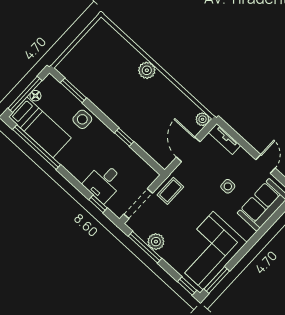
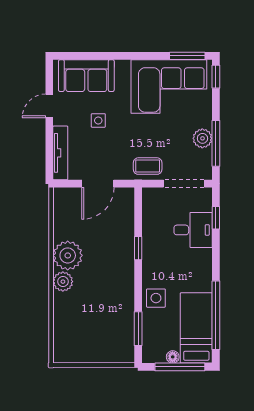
plant: (203, 119) -> (68, 255), moved, width x1.87, depth x1.87
tv unit: (225, 139) -> (60, 153), width x1.41

